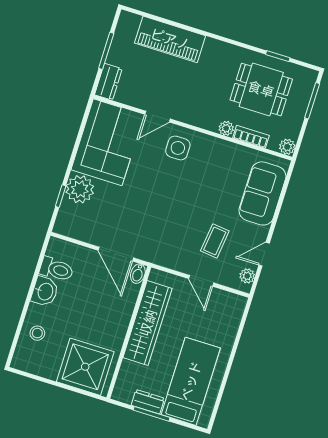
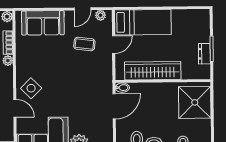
side table: (178, 148) -> (31, 88), turned 45
door: (264, 254) -> (83, 9), hinge flipped
bed: (191, 381) -> (143, 22), moved, turned 180

